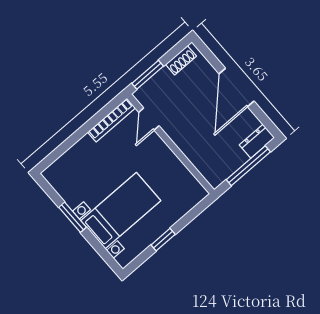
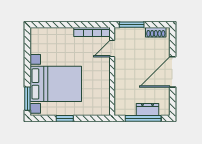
dresser: (257, 141) -> (147, 110), moved
bed with nightstands: (121, 211) -> (56, 84), width x1.36
window: (73, 217) -> (27, 99), moved

